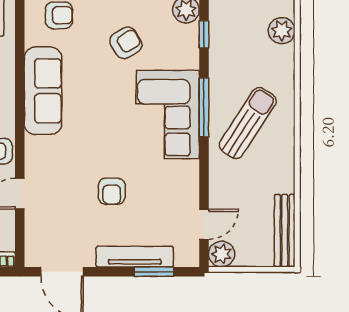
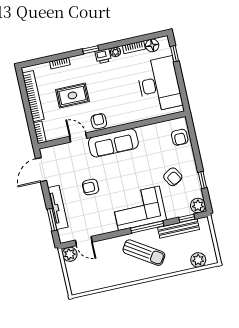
sofa: (43, 91) -> (113, 143), moved
bench: (285, 231) -> (179, 229), moved

